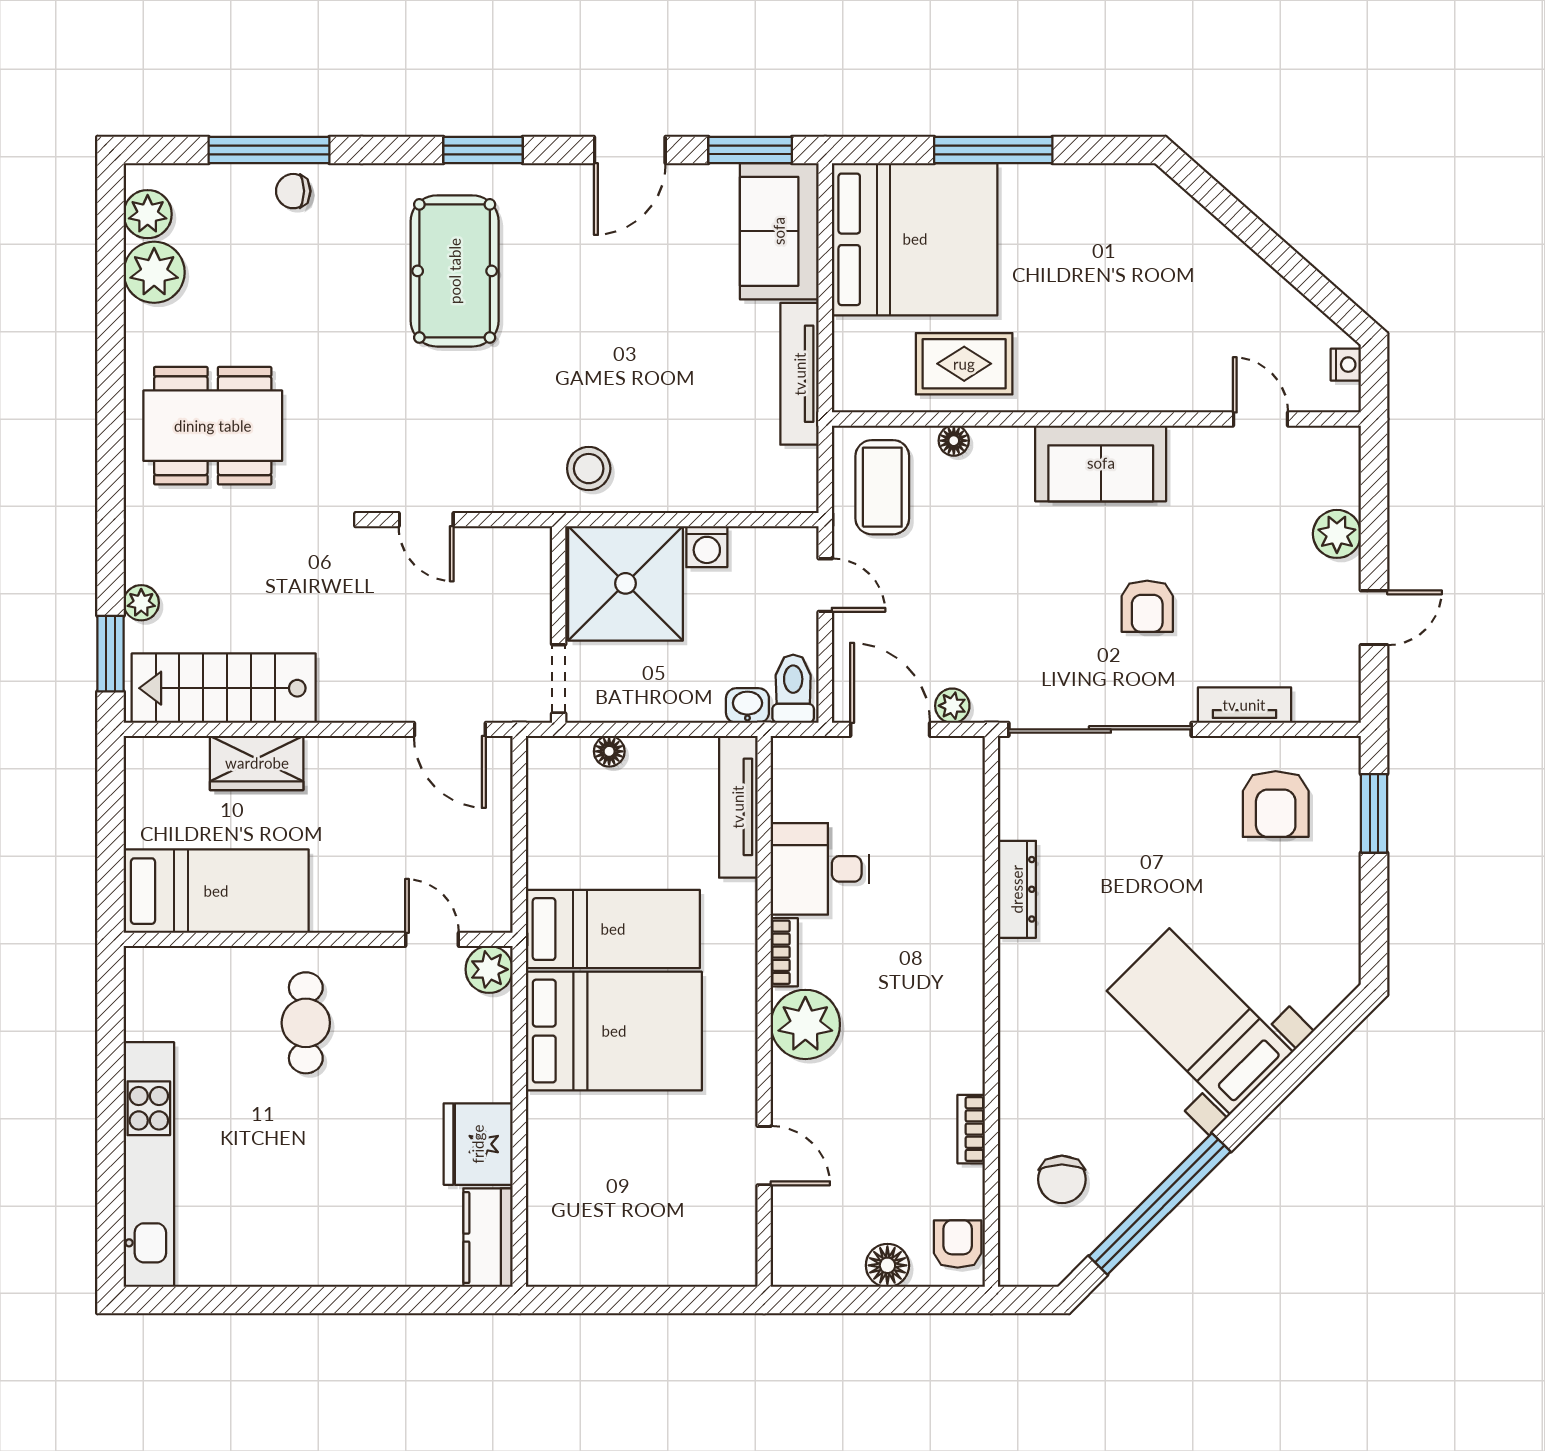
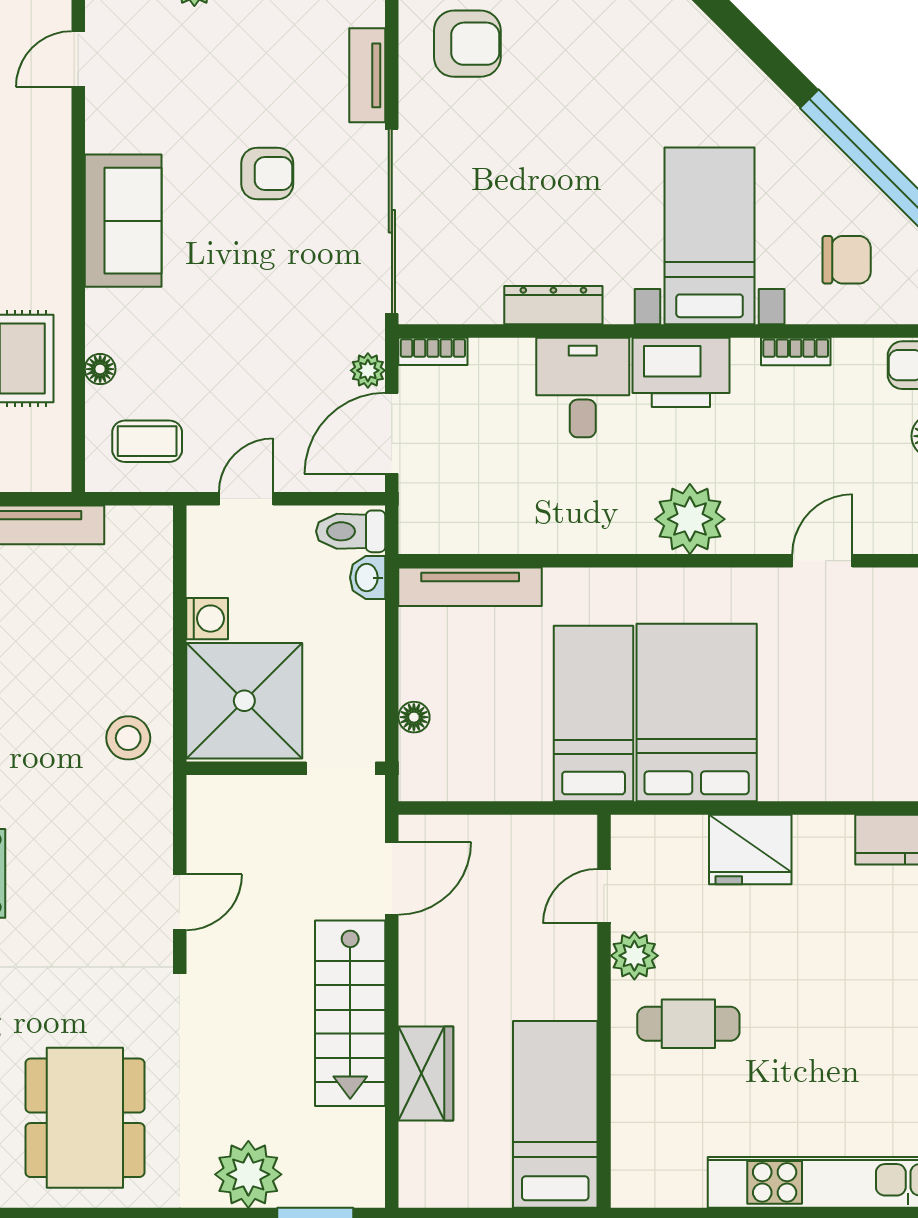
coffee table: (882, 487) -> (147, 441), width x0.73, depth x0.77
plant: (141, 603) -> (248, 1174), width x1.87, depth x1.87
stairs: (224, 688) -> (350, 1013), moved
desk: (820, 869) -> (583, 387), moved, turned 180
bookcase: (784, 952) -> (433, 351), moved, turned 180
plant: (489, 969) -> (634, 956), moved
printer: (950, 1016) -> (681, 372), added
bed with nightstands: (1200, 1021) -> (710, 236), moved, turned 135
fridge: (478, 1144) -> (750, 850), moved

